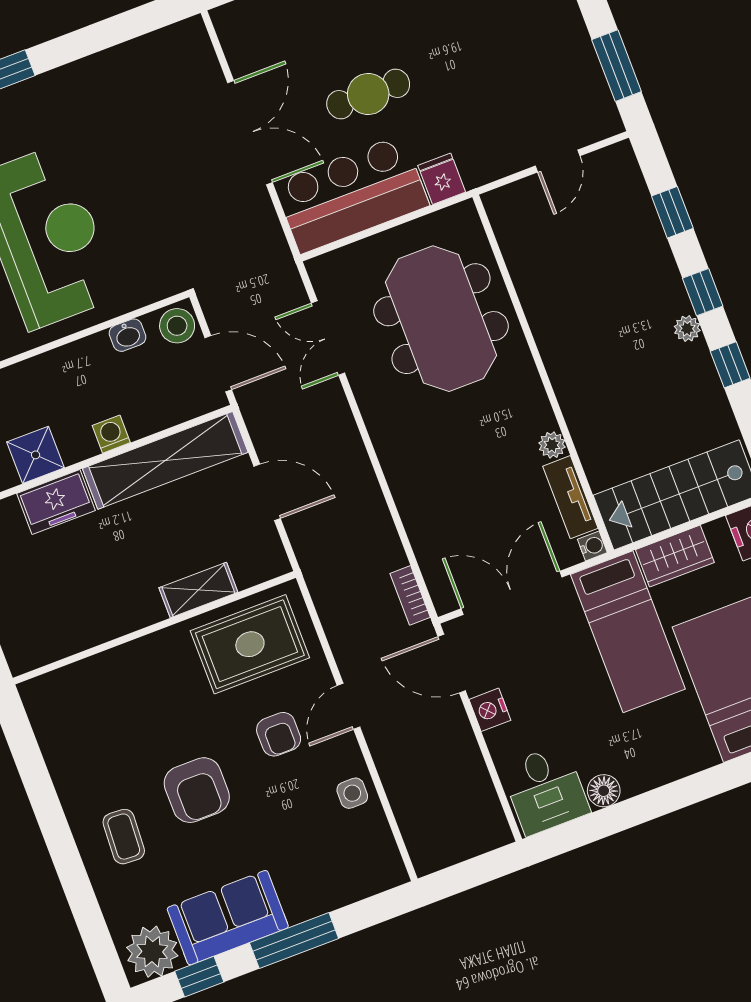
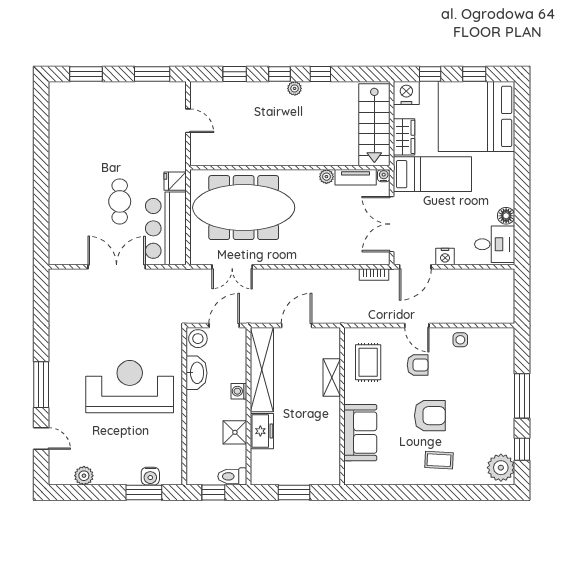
meeting table: (441, 319) -> (244, 208), width x1.36
washbasin: (128, 335) -> (196, 373), width x1.91, depth x1.45
rug: (250, 644) -> (368, 362), width x0.73, depth x0.70
sofa: (228, 918) -> (360, 433), moved, turned 180

